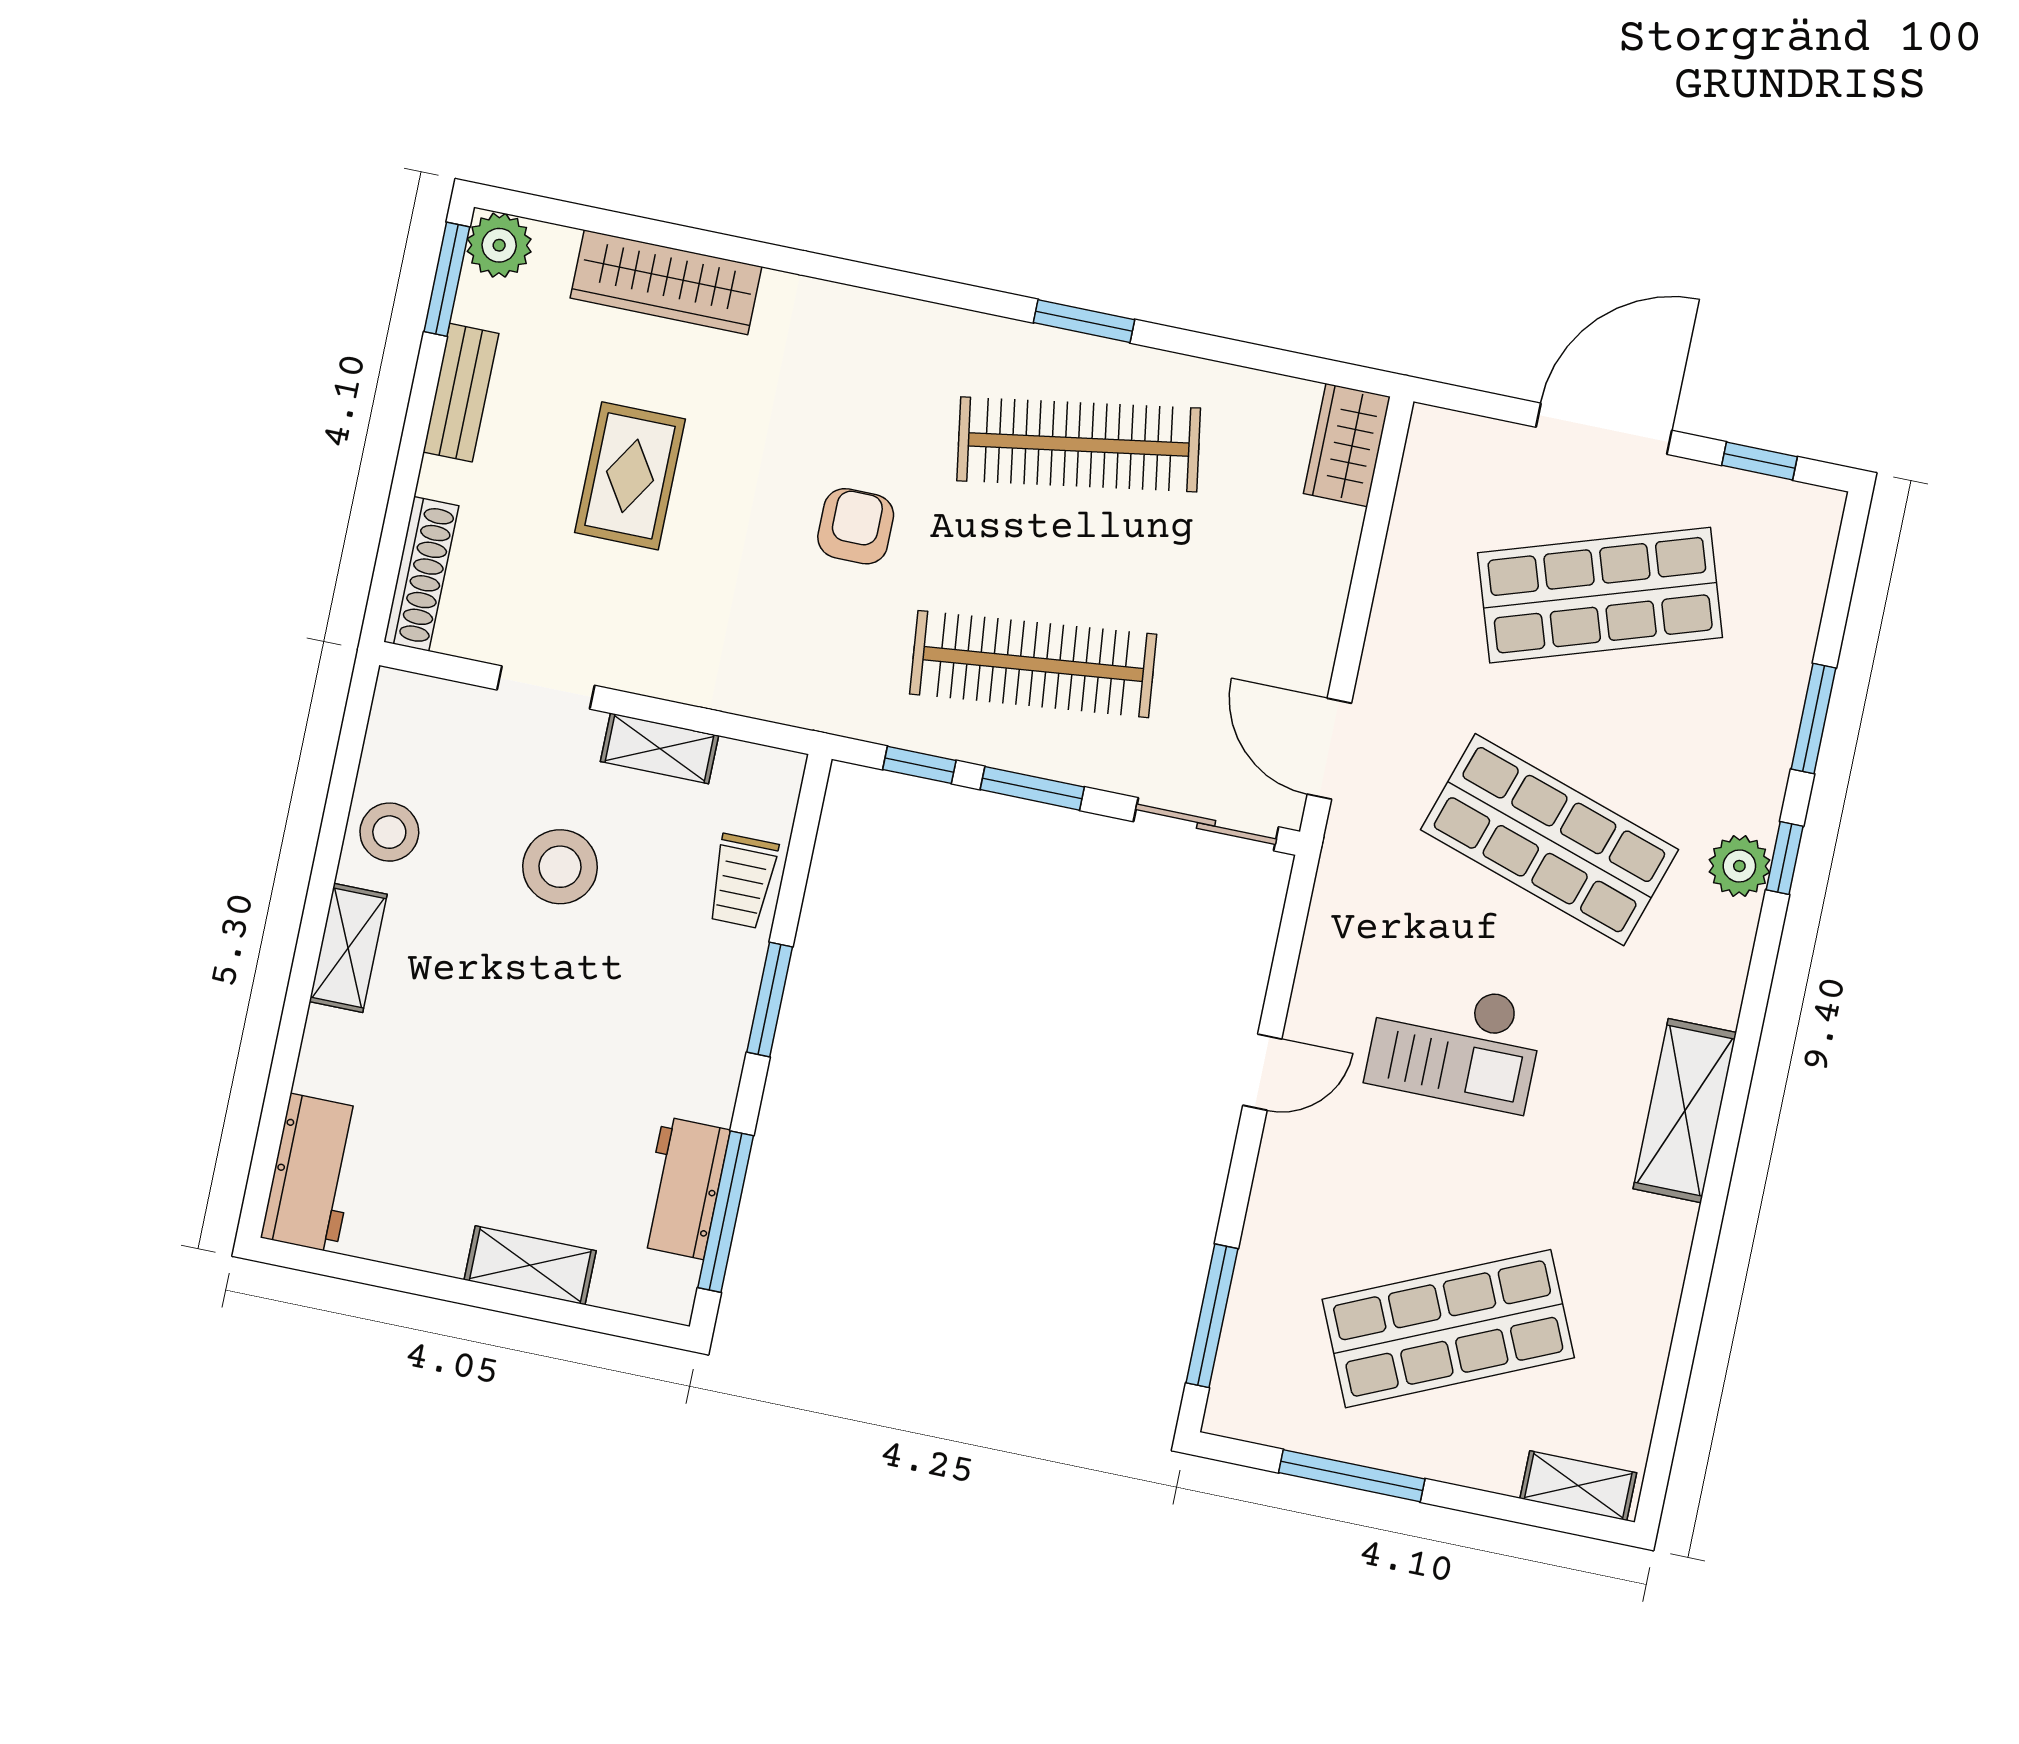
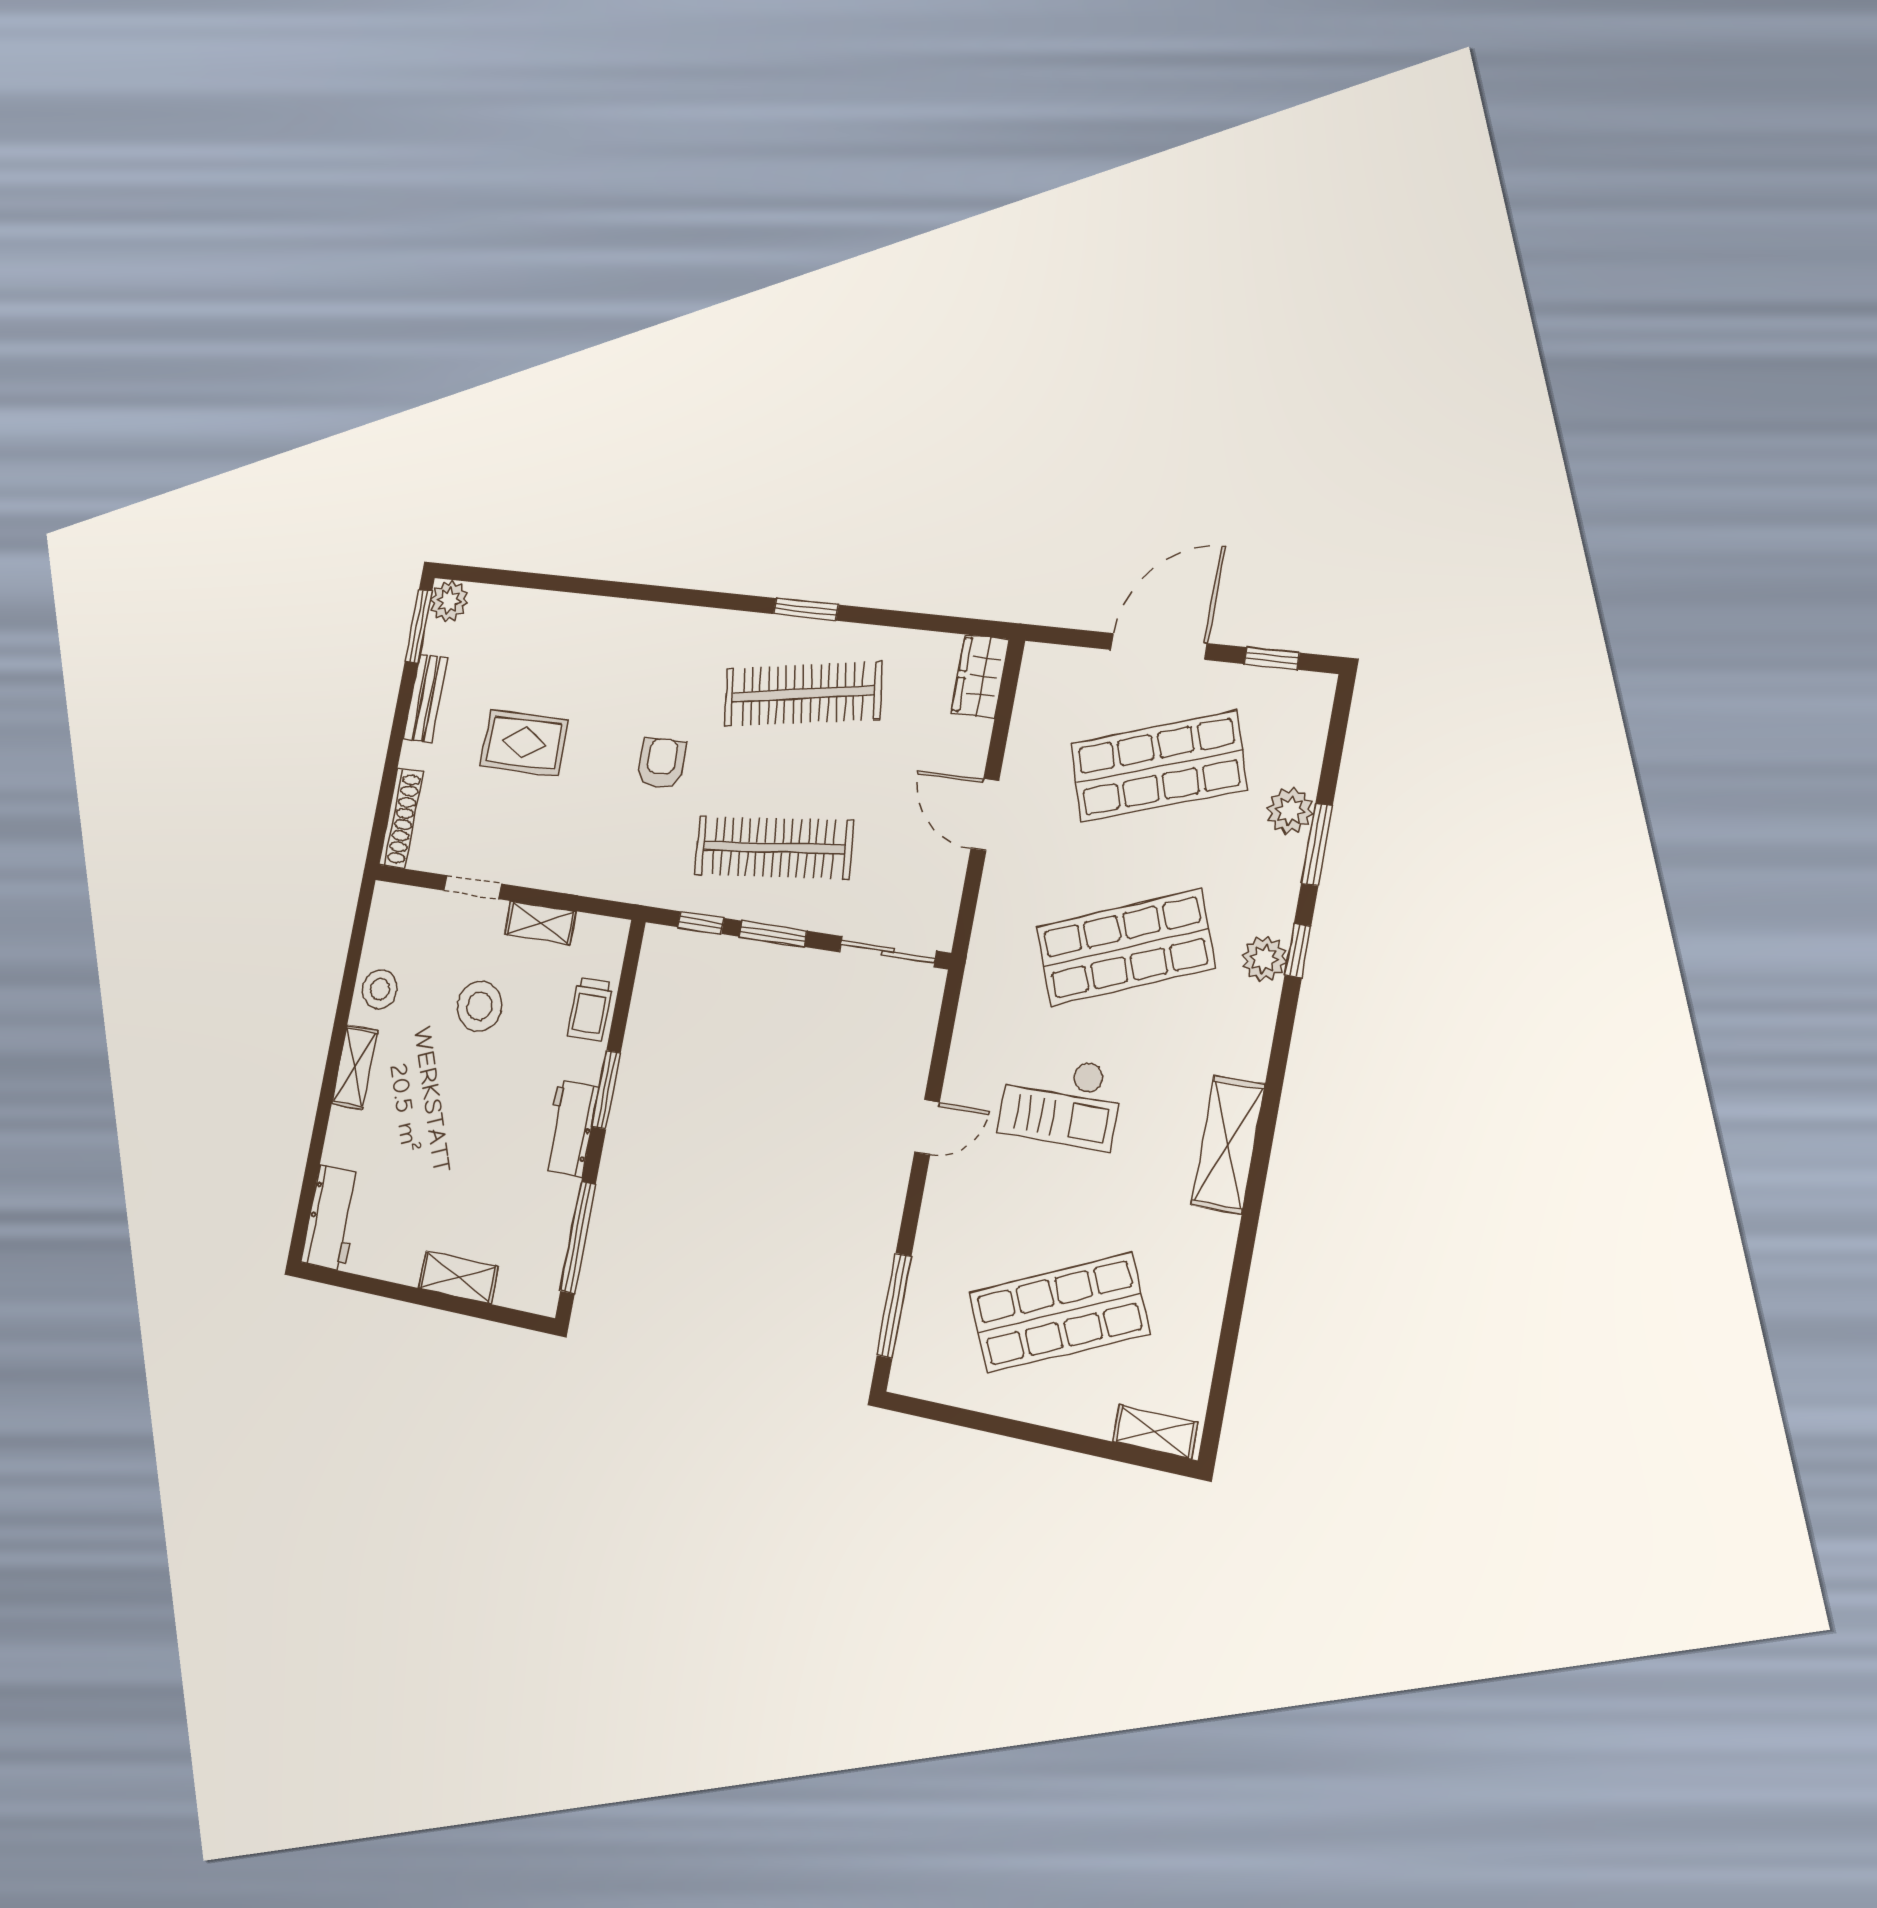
wardrobe: (666, 282) -> (547, 613), removed
rug: (630, 476) -> (524, 743), turned 90
plant: (1779, 670) -> (1290, 811), added
door: (1329, 749) -> (985, 815), moved
shop shelf: (1549, 840) -> (1125, 948), turned -39
workbench: (684, 1188) -> (570, 1128), moved
window: (1352, 1476) -> (992, 1424), removed

